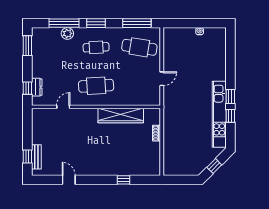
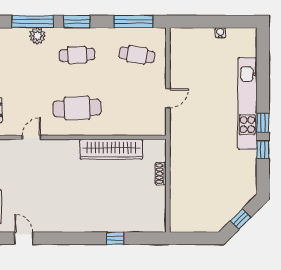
cafe table: (139, 47) -> (137, 55), width x0.73, depth x0.74
kitchen unit: (219, 114) -> (247, 104), moved
door: (69, 180) -> (24, 238), moved

